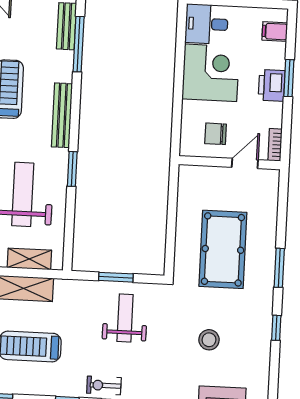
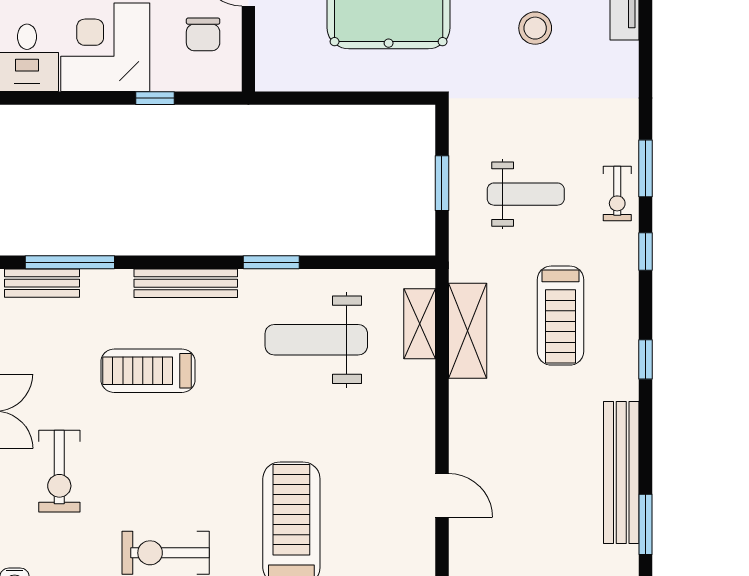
window: (178, 102) -> (155, 98), added
weight bench: (125, 318) -> (526, 194), moved, turned 180

